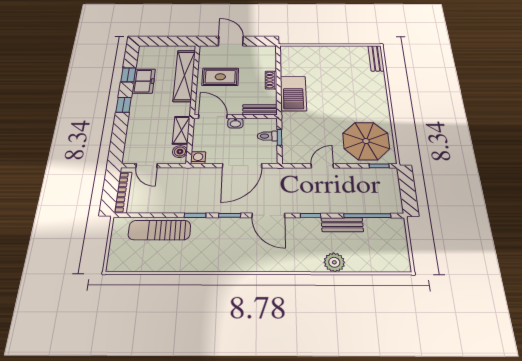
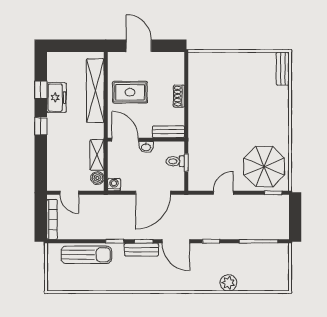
barbecue: (293, 93) -> (200, 113), removed
bench: (342, 225) -> (141, 250), moved
sun lounger: (159, 230) -> (86, 255), turned 180

